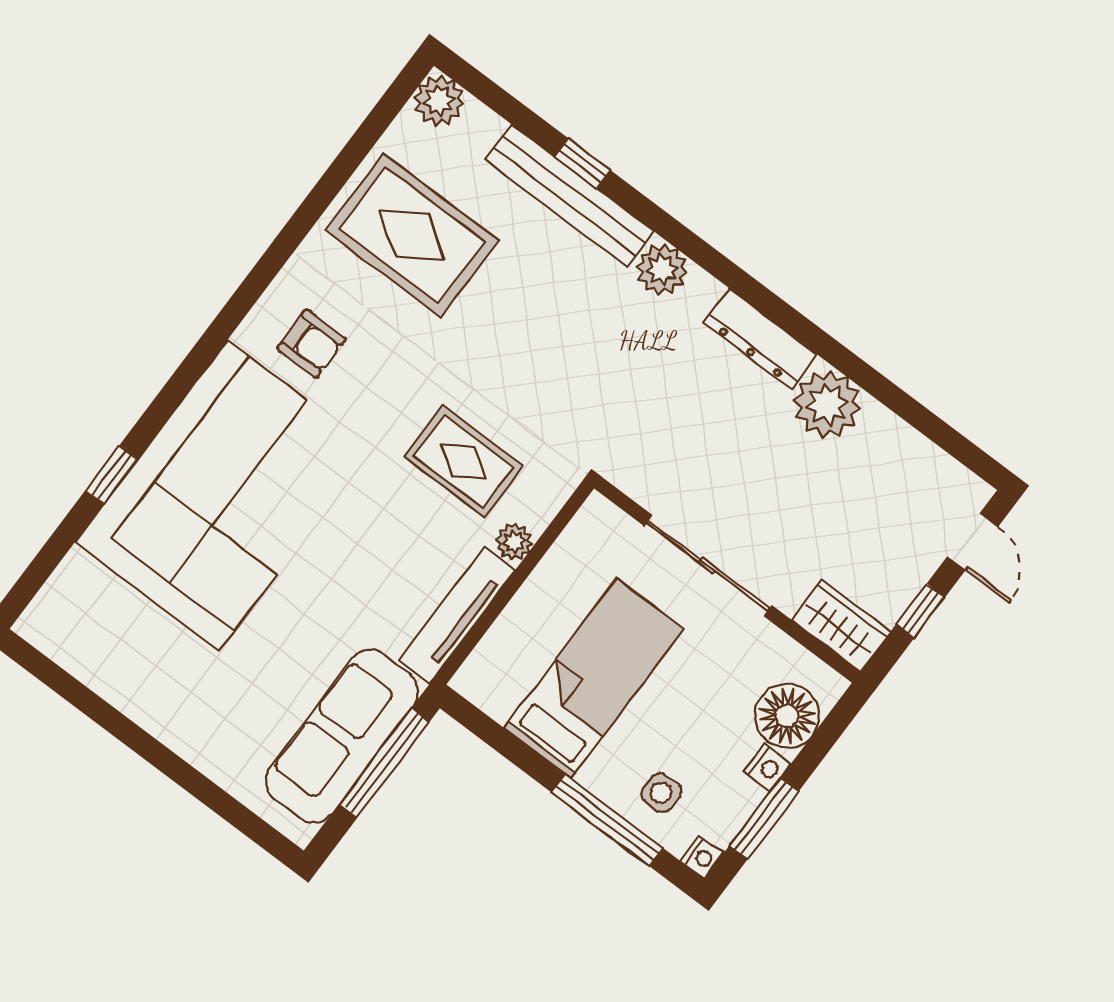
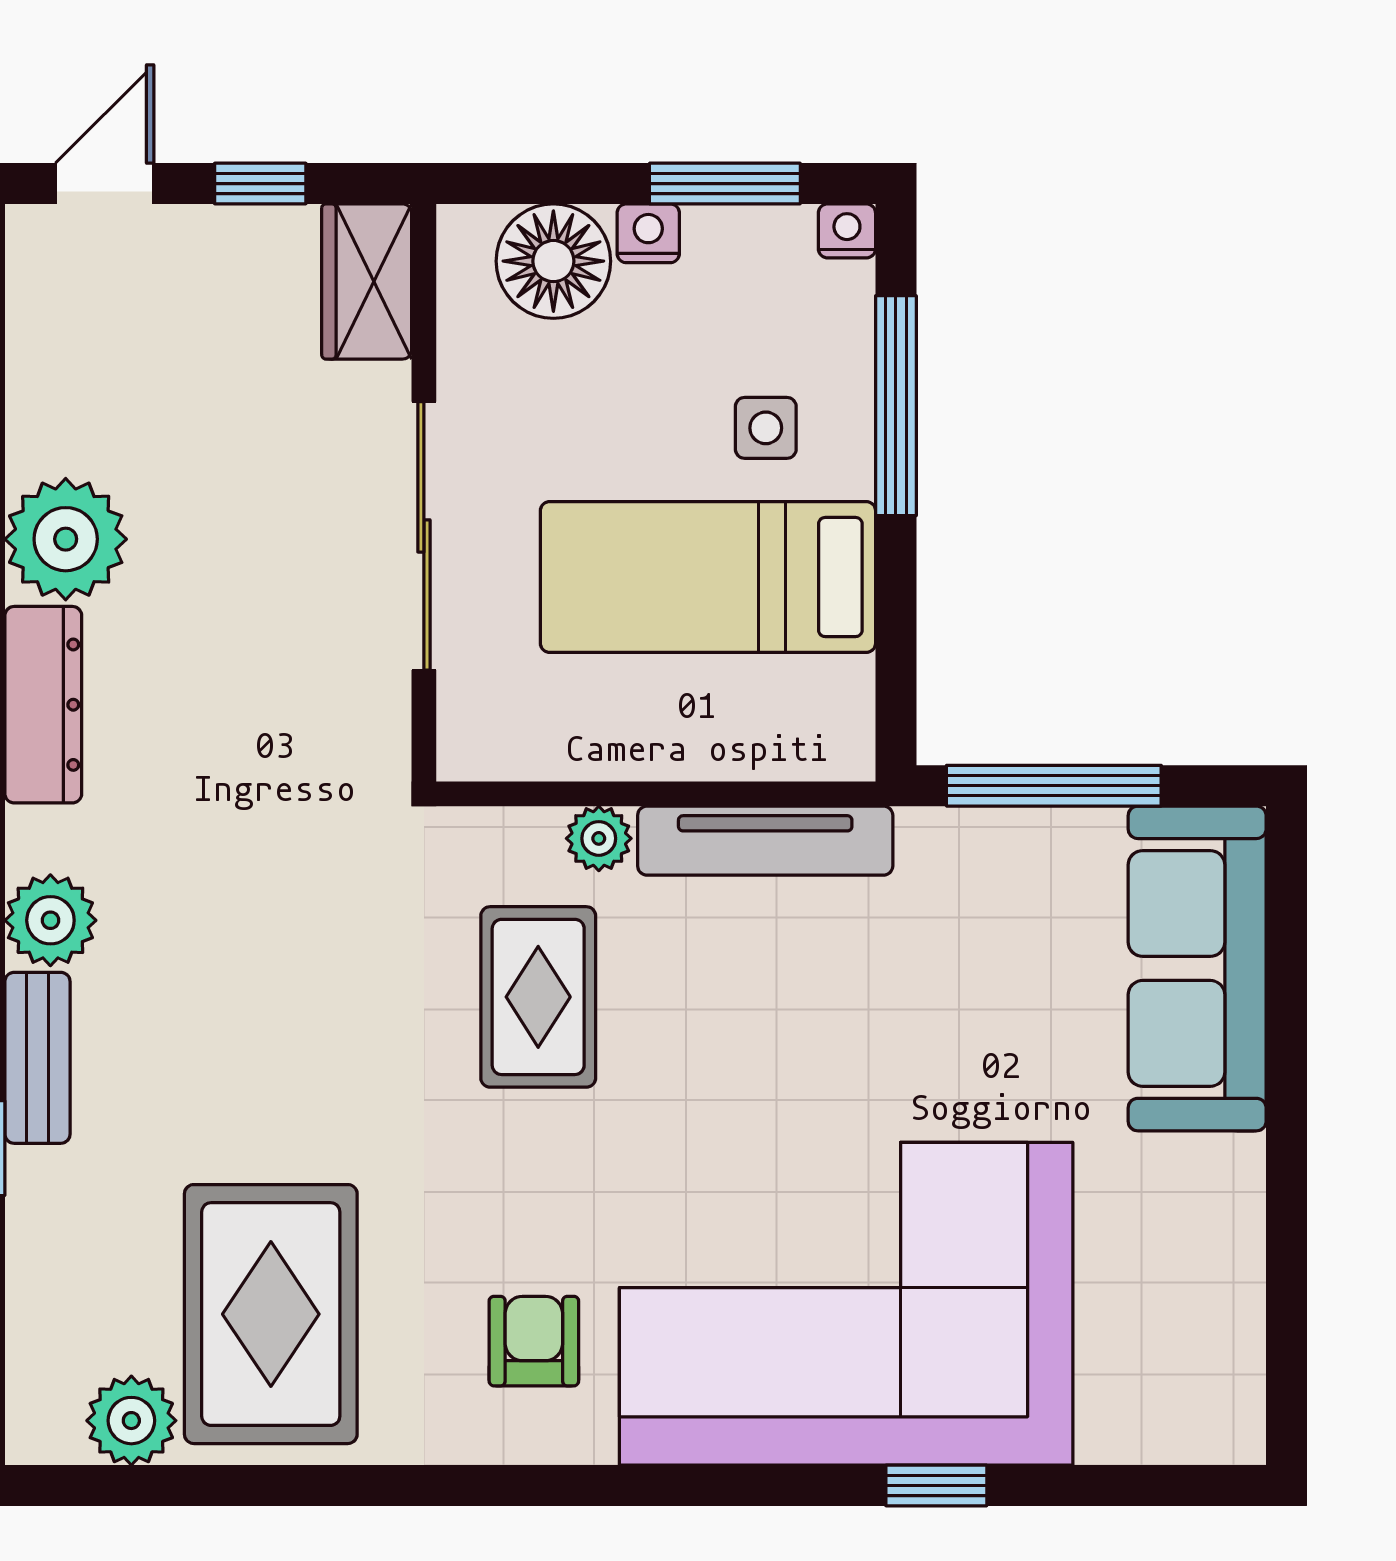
plant: (439, 101) -> (131, 1421), moved
bench: (570, 196) -> (37, 1058), width x0.54, depth x0.82
sofa: (342, 736) -> (1197, 968), moved, turned 90
side table: (661, 793) -> (766, 428), moved

